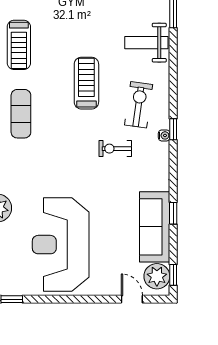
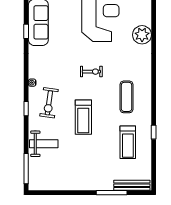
treadmill: (19, 45) -> (128, 142), turned 180
window: (173, 129) -> (26, 109), moved
exercise bike: (115, 149) -> (91, 72), moved

